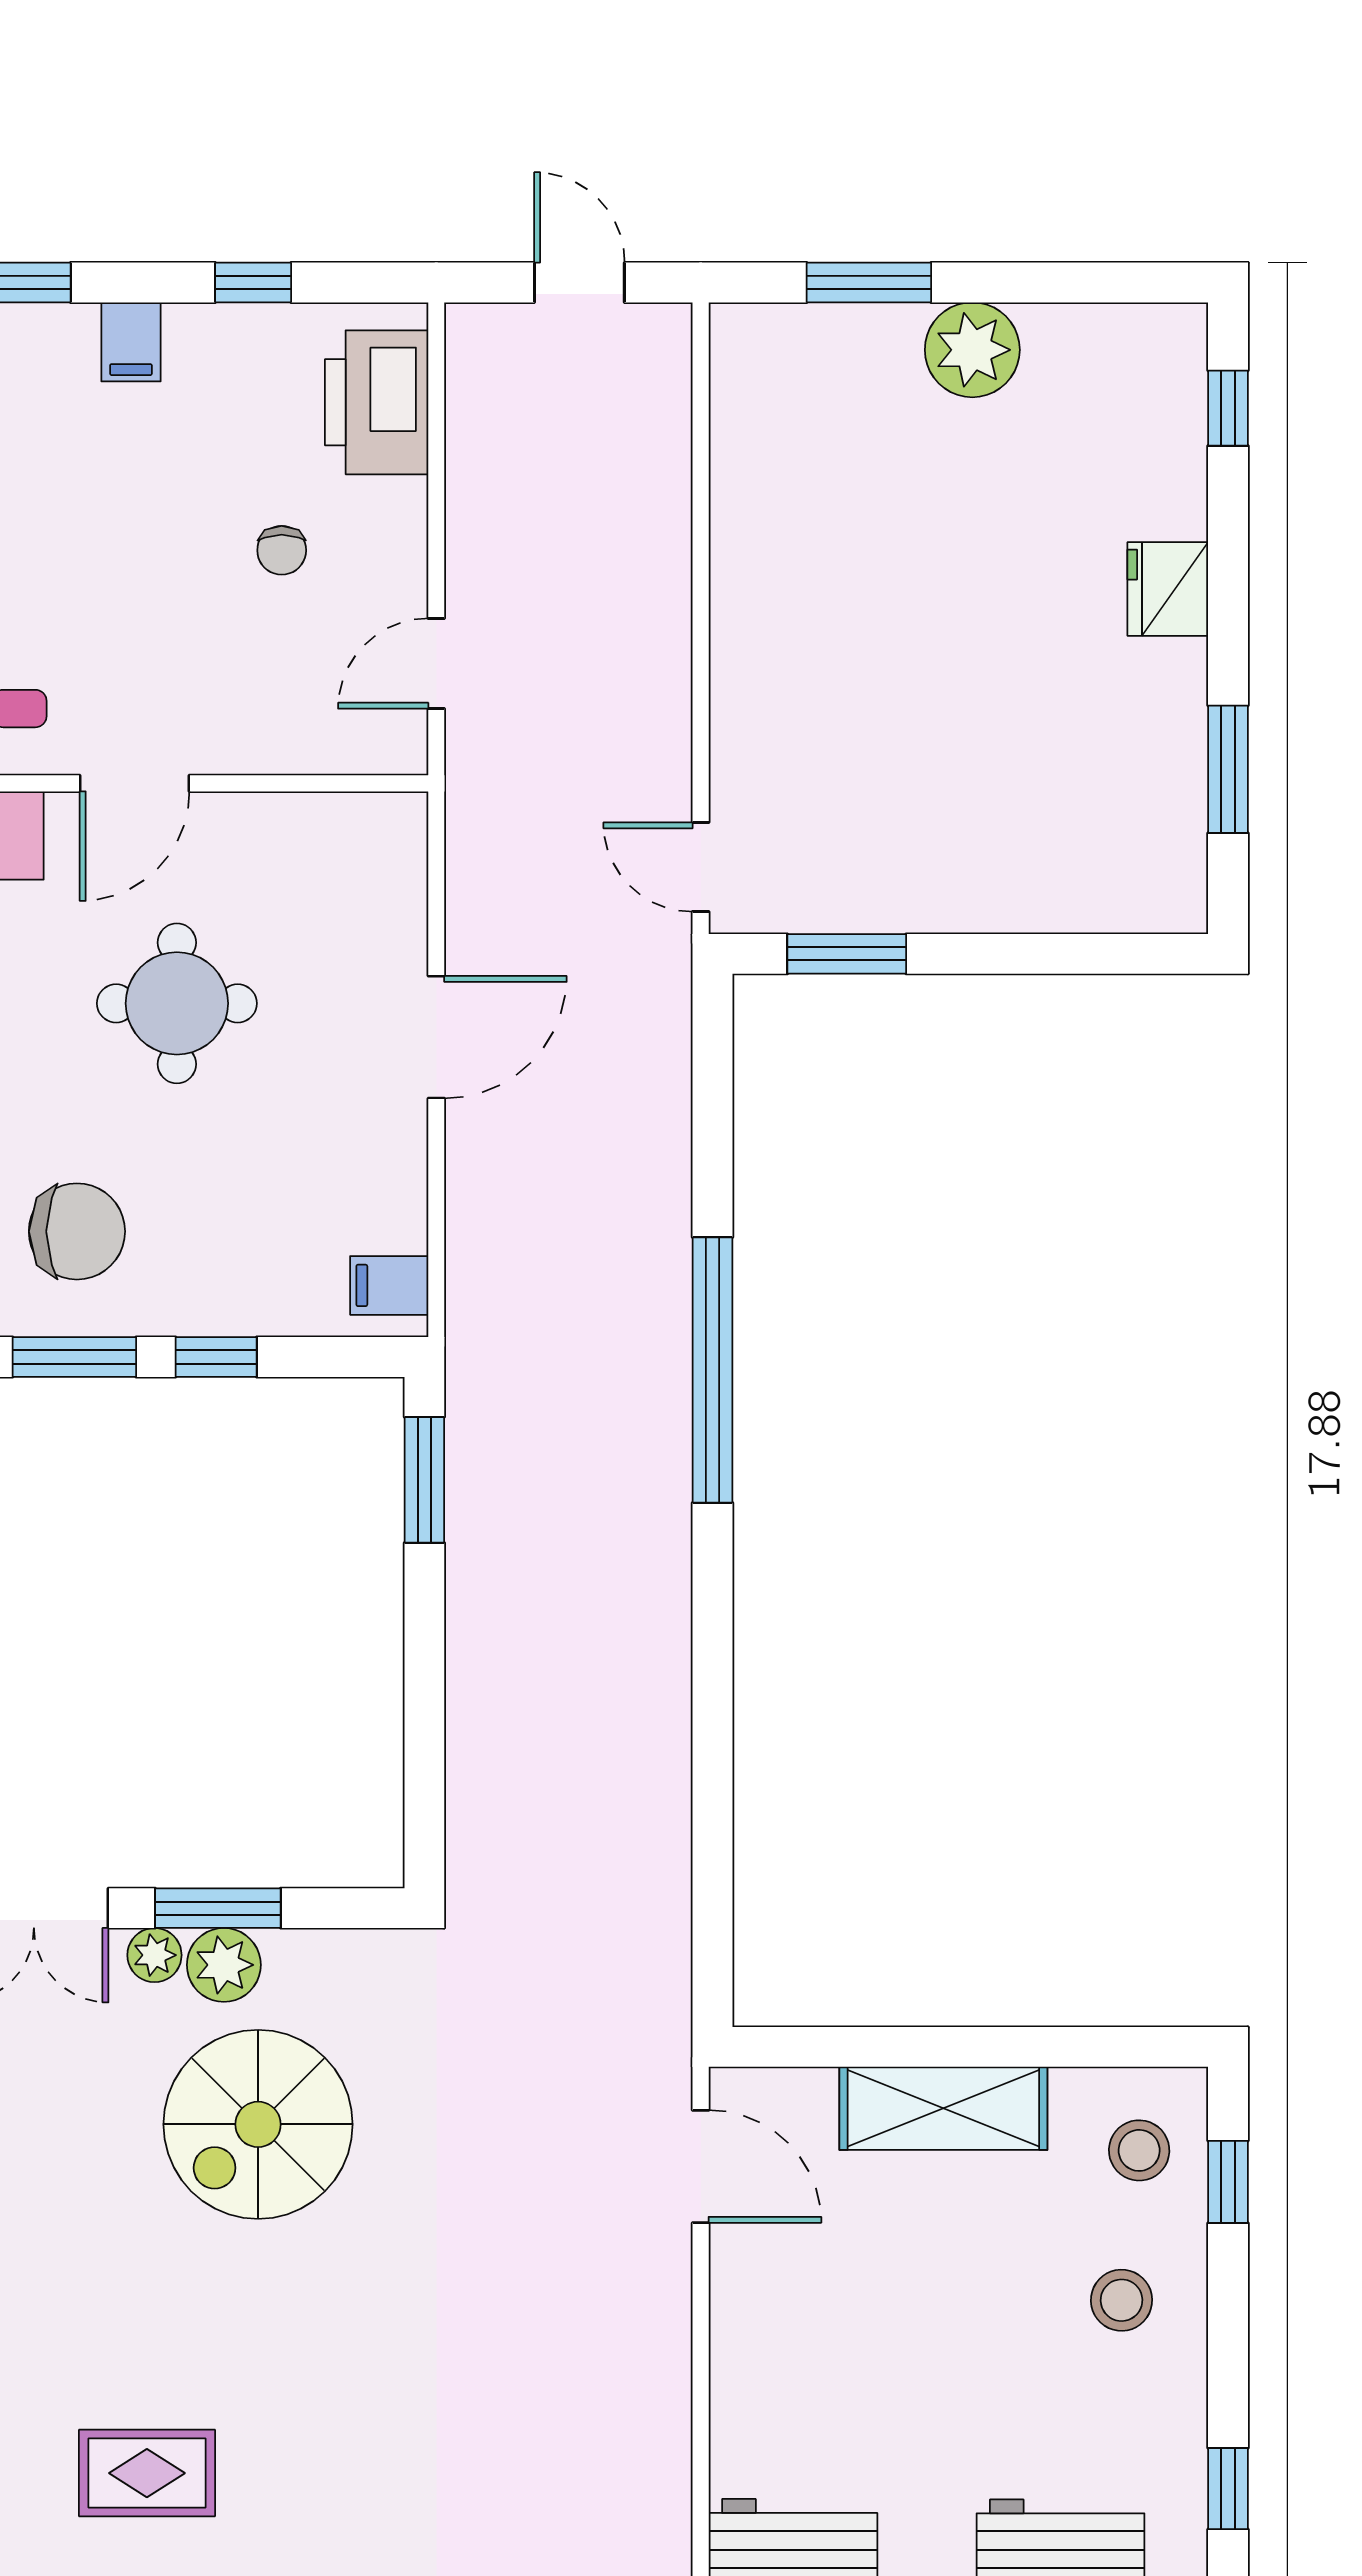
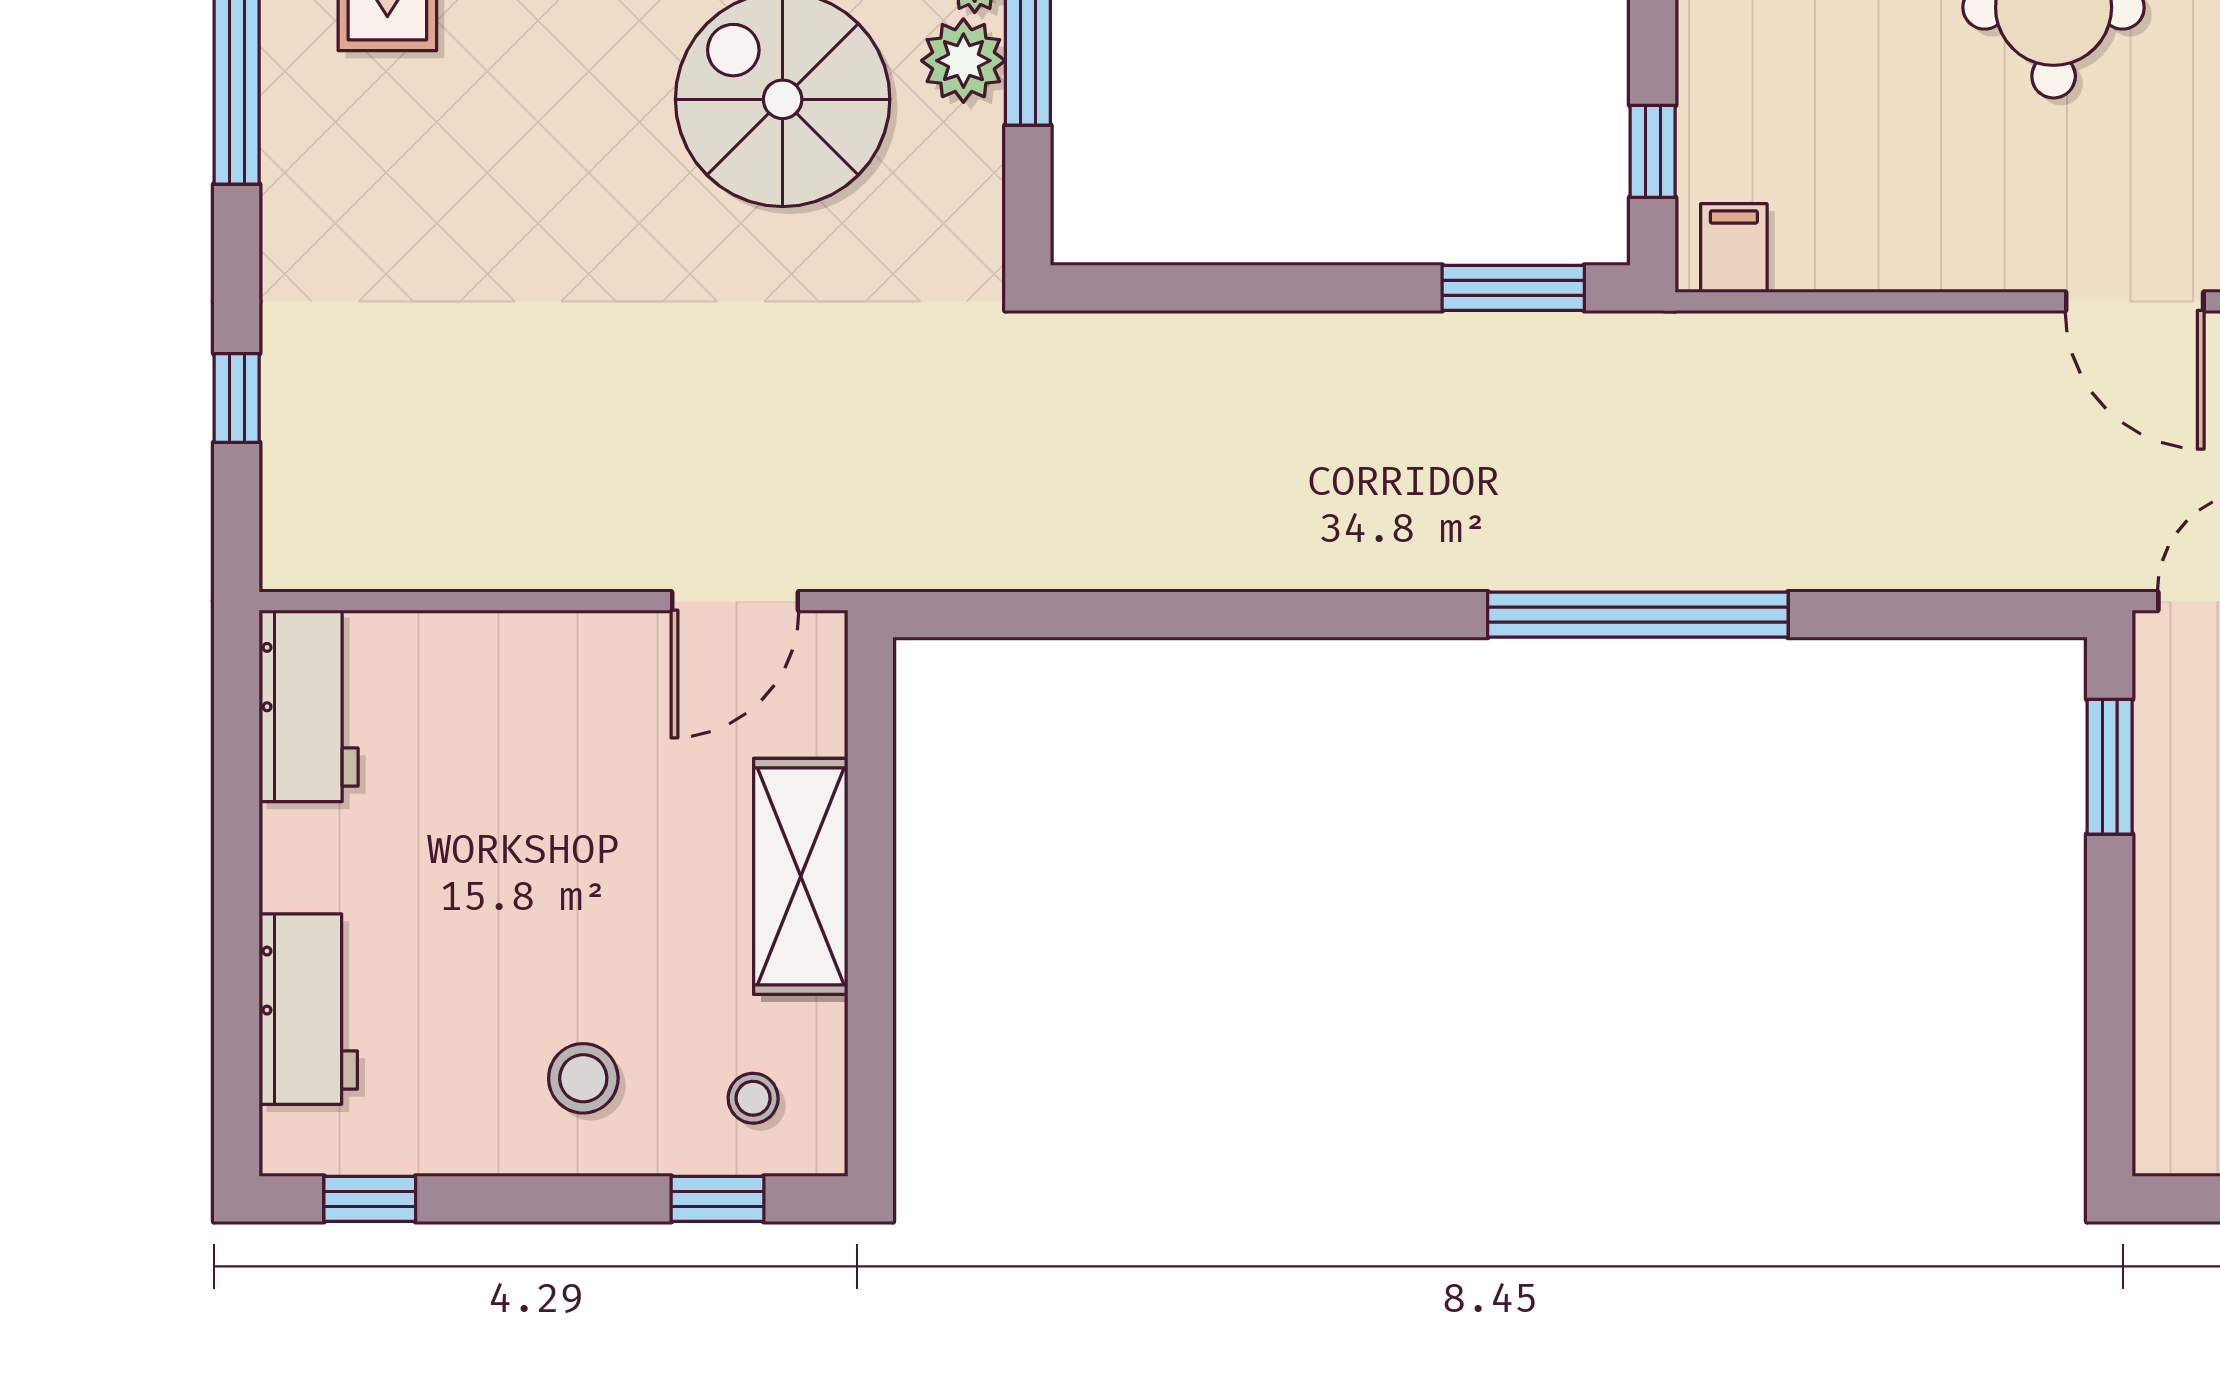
door: (436, 1037) -> (2135, 301), moved
window: (216, 1357) -> (1653, 151), moved
stool: (1139, 2150) -> (753, 1098), width x0.73, depth x0.73

